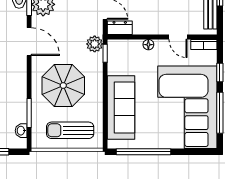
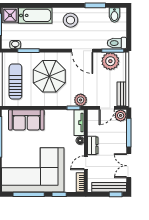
dresser: (120, 28) -> (93, 145), moved
door: (29, 42) -> (82, 51), hinge flipped
tv unit: (125, 46) -> (79, 123), added
sofa: (121, 107) -> (26, 120), width x0.73

